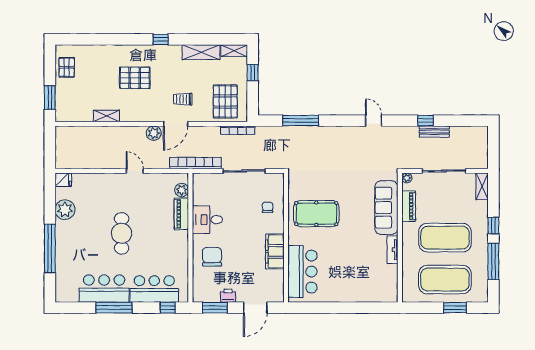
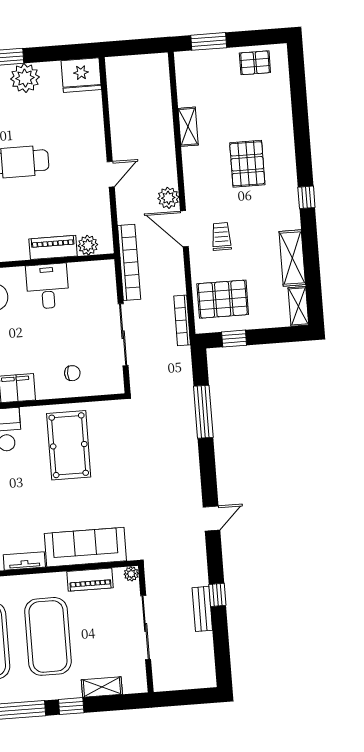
window: (253, 73) -> (234, 339), moved
fridge: (63, 180) -> (81, 75), width x1.88, depth x1.34
shelving: (482, 186) -> (102, 687), moved
plant: (65, 210) -> (25, 78), moved

